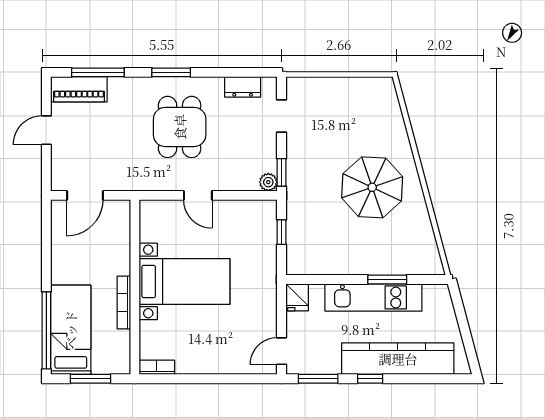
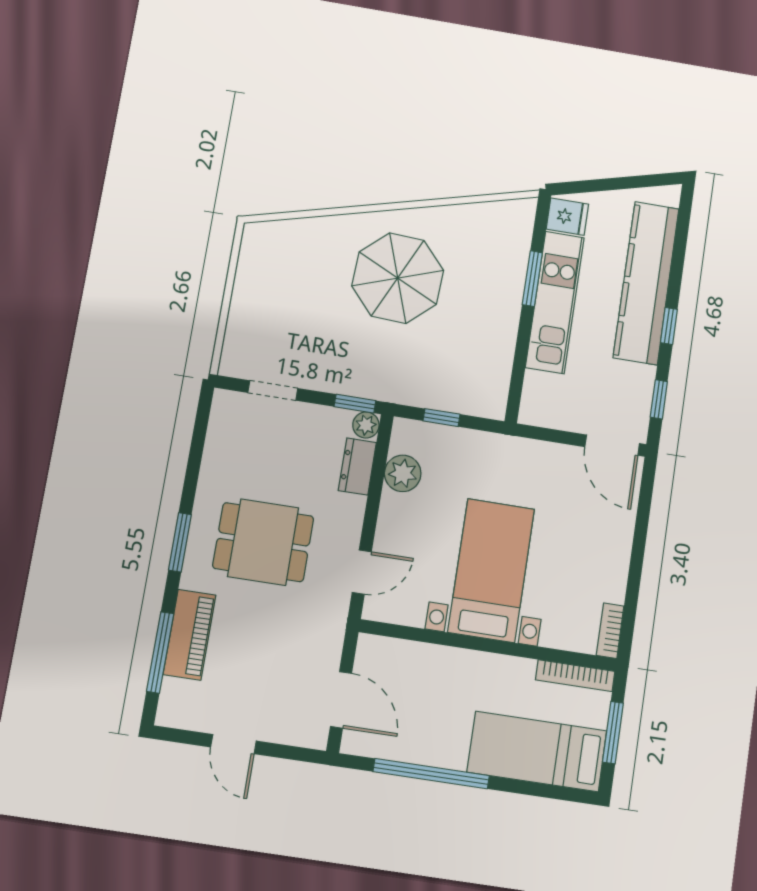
dresser: (243, 87) -> (357, 466), moved, turned 180
piano: (79, 89) -> (189, 635), moved
door: (198, 195) -> (362, 572), moved
plant: (240, 212) -> (403, 473), added
fridge: (297, 297) -> (567, 217), moved
bookcase: (124, 302) -> (575, 676), moved
window: (46, 330) -> (431, 774), moved
door: (282, 351) -> (612, 445), width x1.38
window: (318, 379) -> (659, 399), width x0.67

